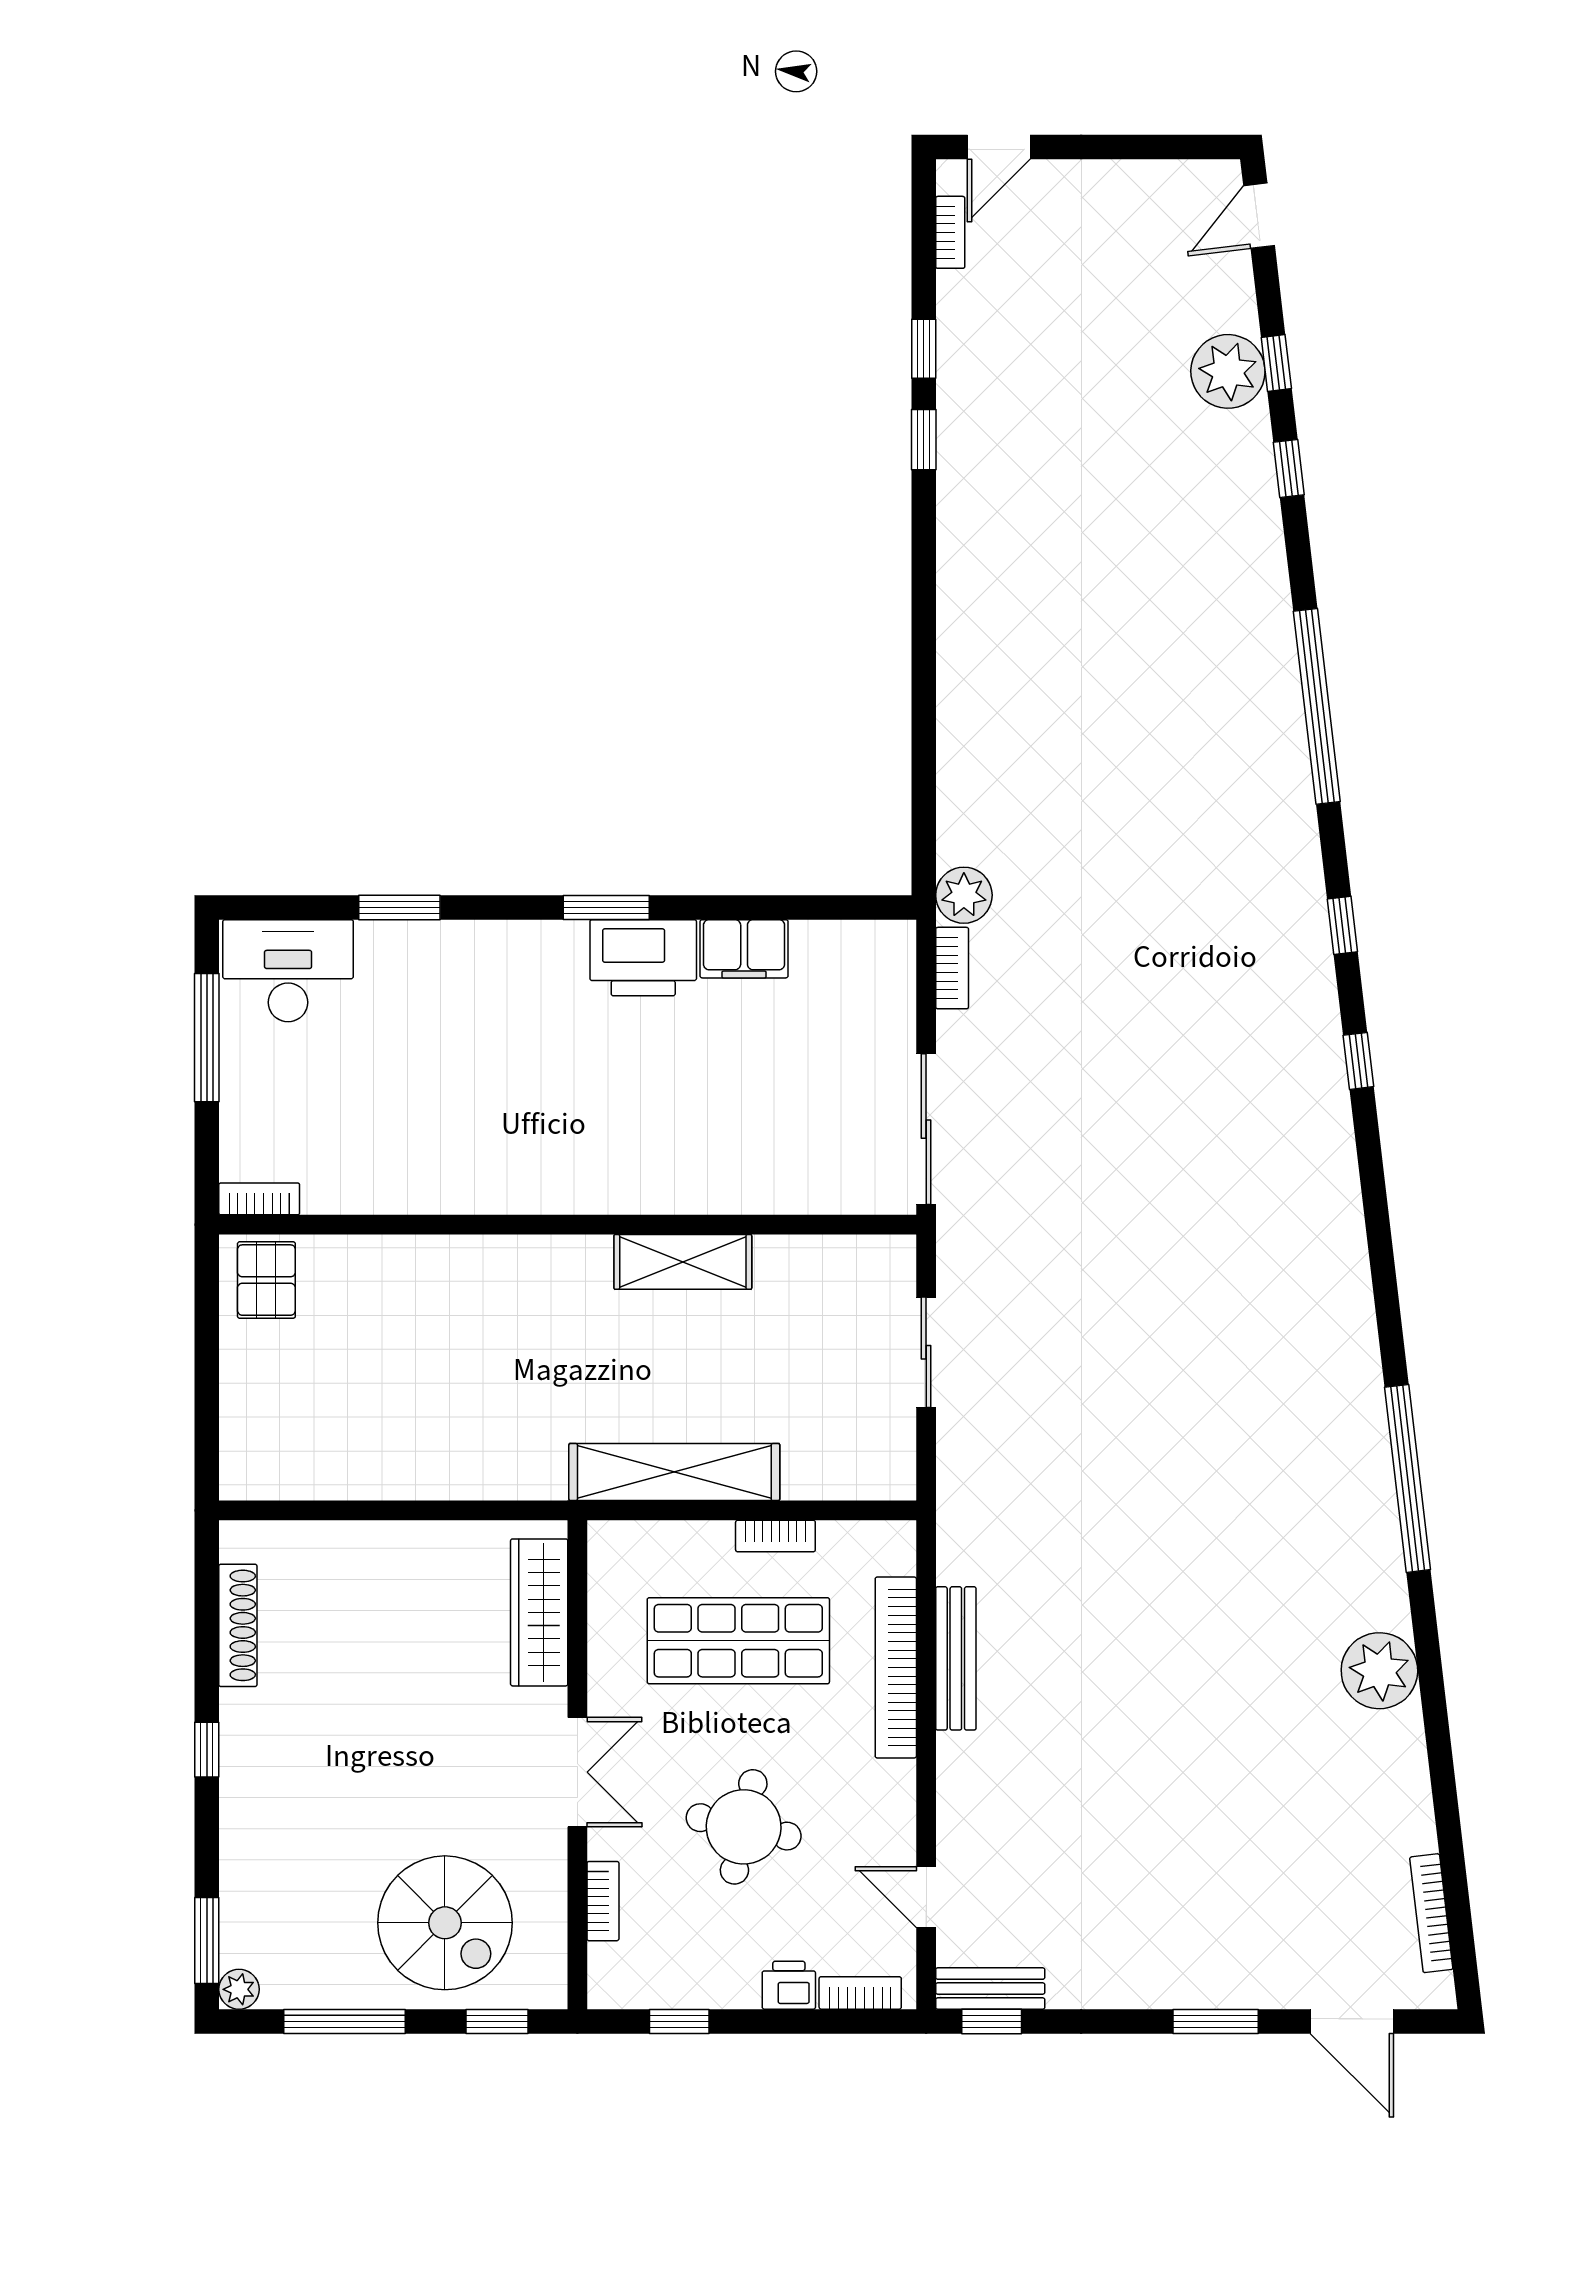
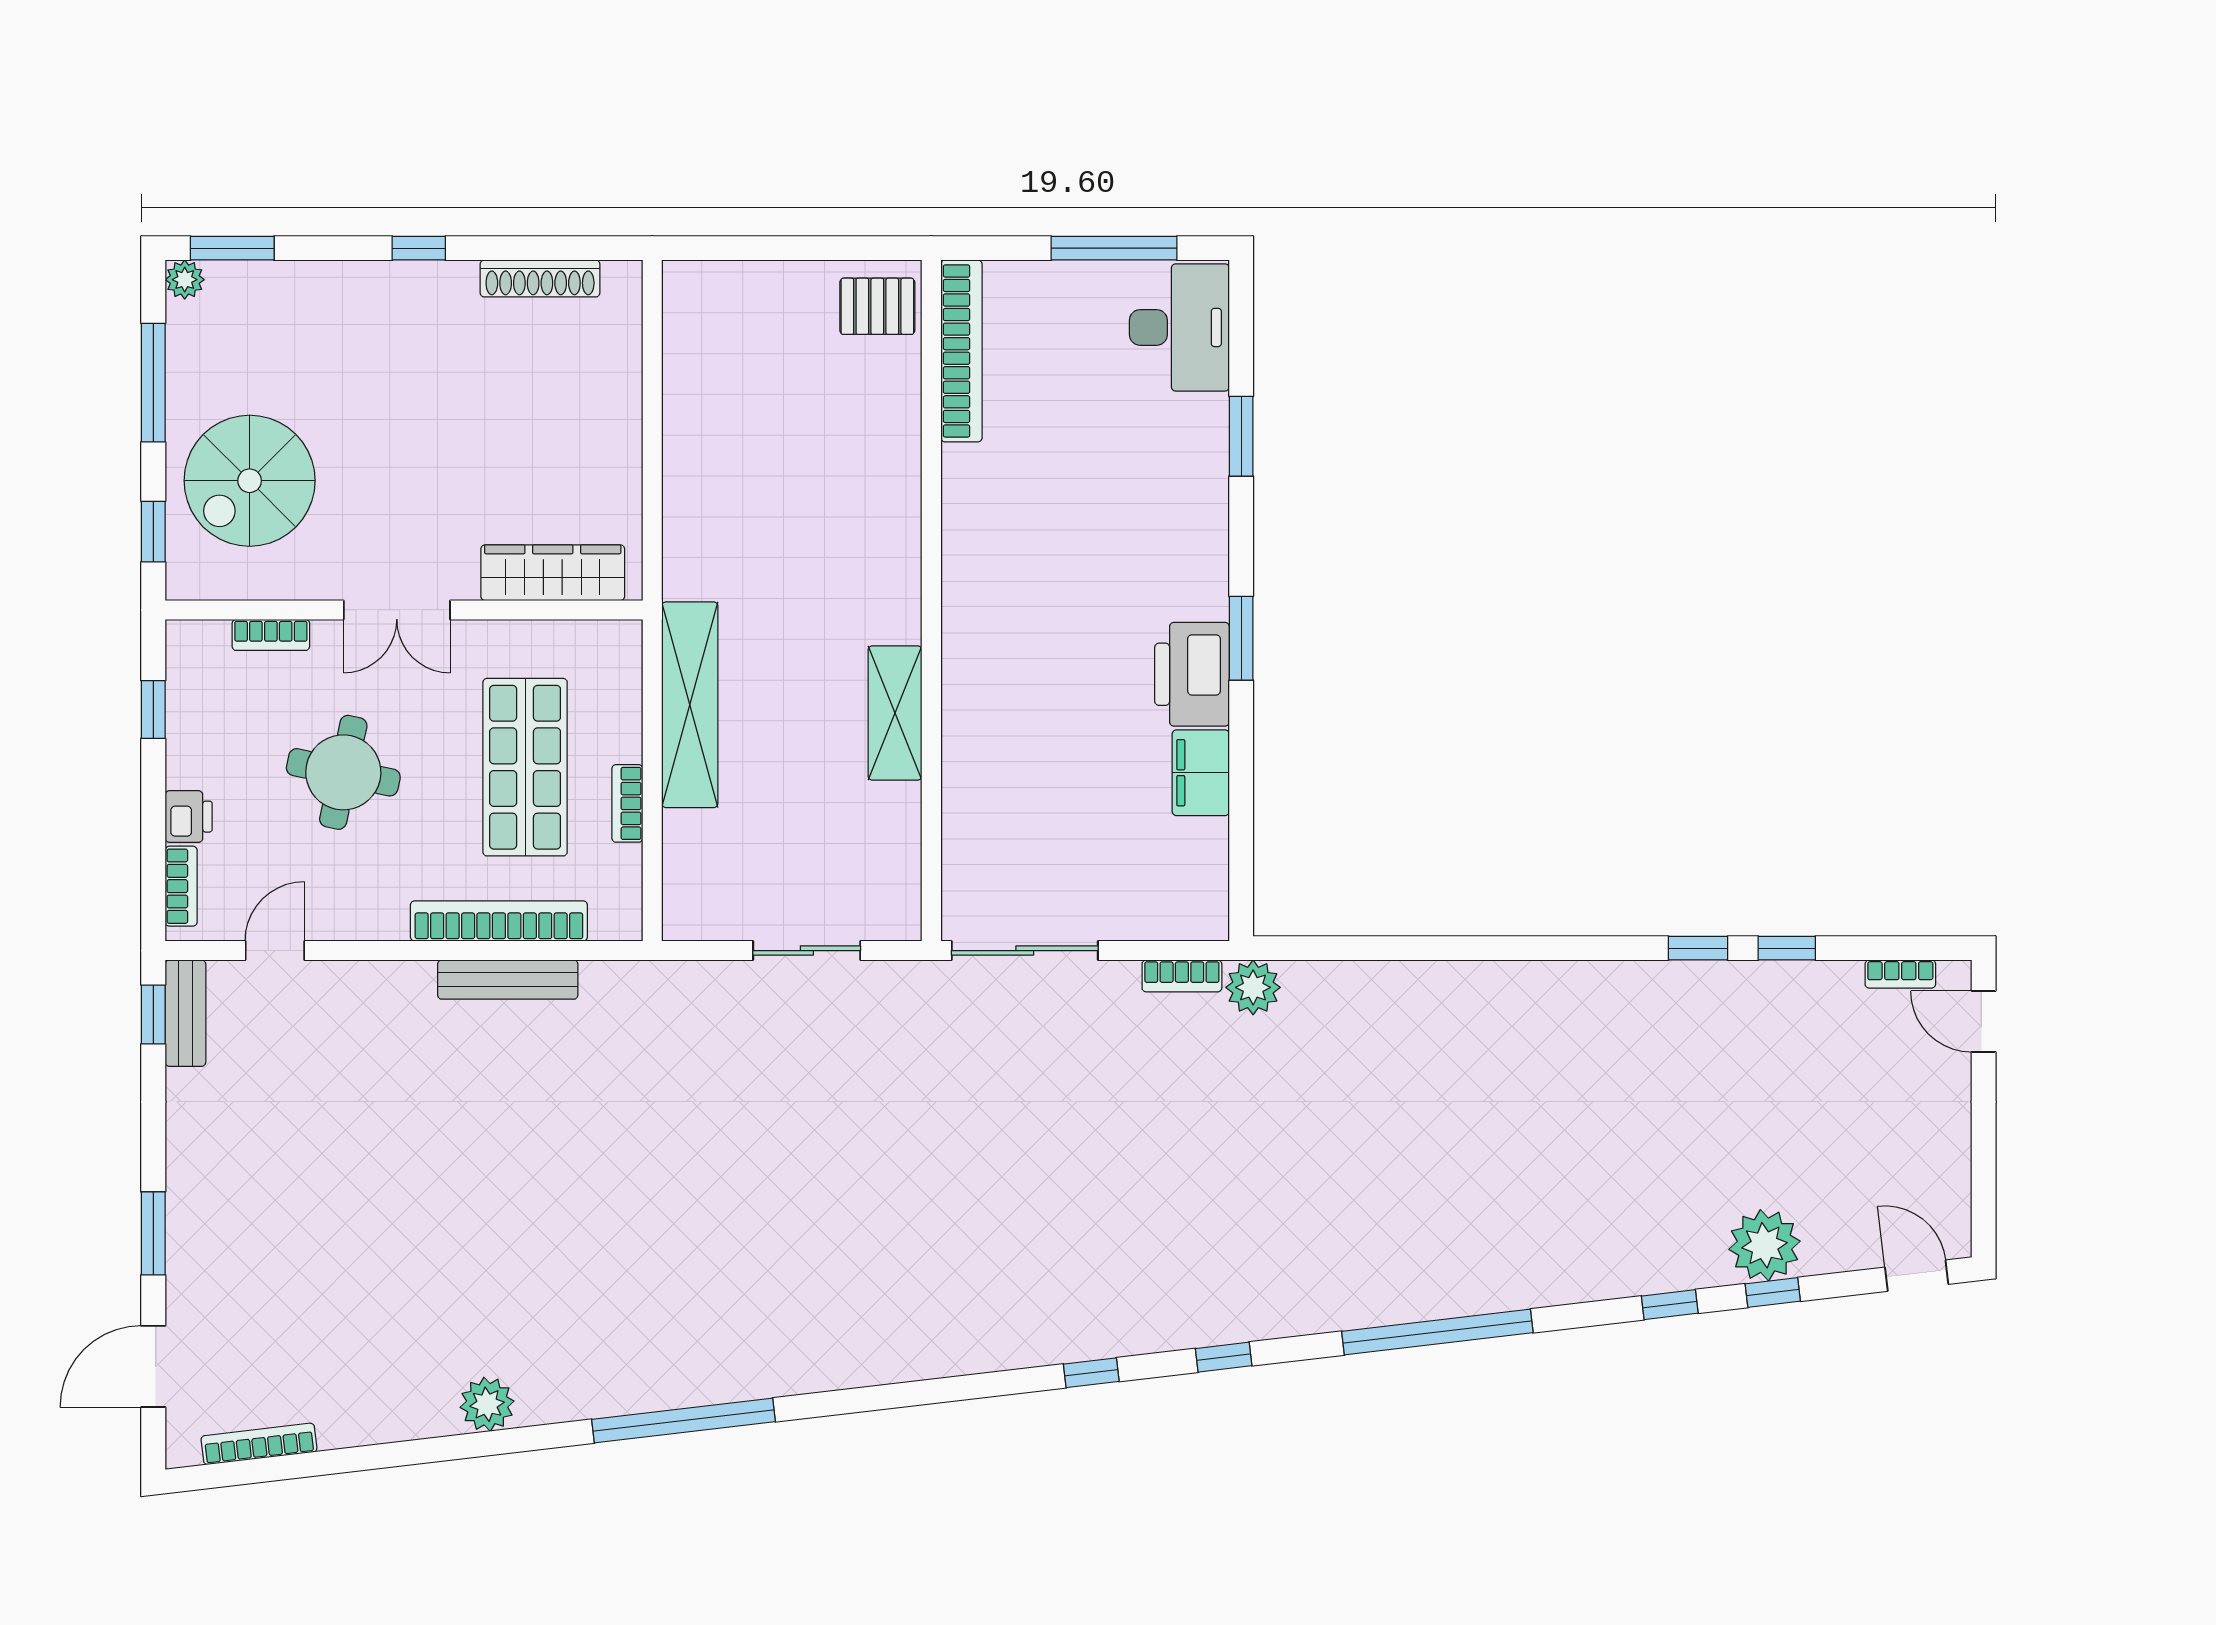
bookcase: (259, 1199) -> (961, 351), width x2.31, depth x1.31
plant: (1379, 1671) -> (487, 1404), width x0.73, depth x0.73

